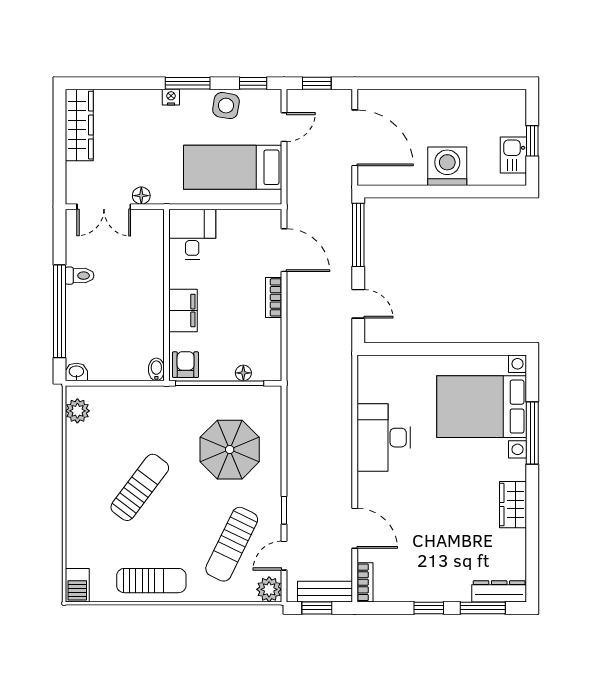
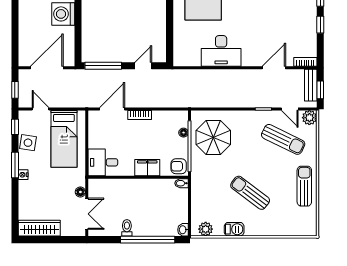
parasol: (230, 450) -> (213, 137), moved
barbecue: (77, 585) -> (234, 229), moved

